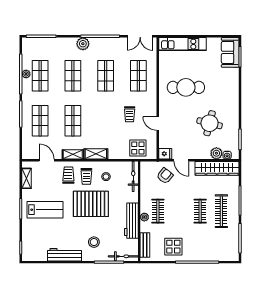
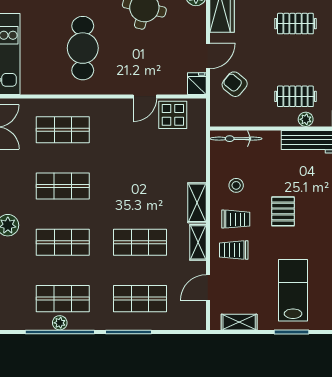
trolley: (130, 114) -> (129, 145), removed
display table: (138, 148) -> (173, 115), moved
pallet: (91, 204) -> (283, 211), width x0.49, depth x0.50

